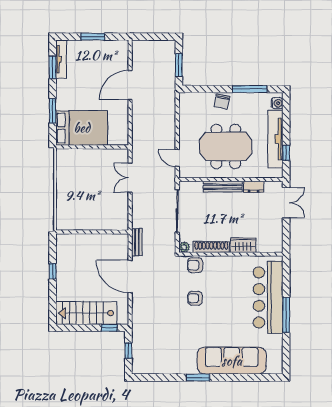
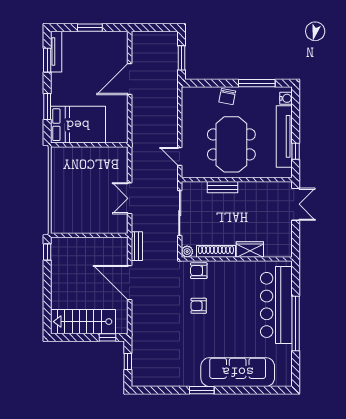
meeting table: (226, 147) -> (231, 144), turned 90
double door: (130, 178) -> (130, 198), moved
bench: (223, 187) -> (223, 187), width x0.73
dresser: (254, 187) -> (261, 187), removed
window: (53, 271) -> (47, 252), moved
window: (286, 315) -> (296, 324), width x1.46

